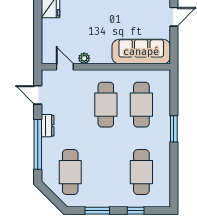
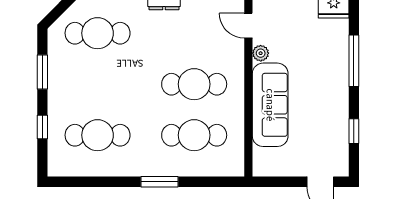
sofa: (141, 52) -> (270, 105), moved
door: (65, 67) -> (248, 26), swing flipped

